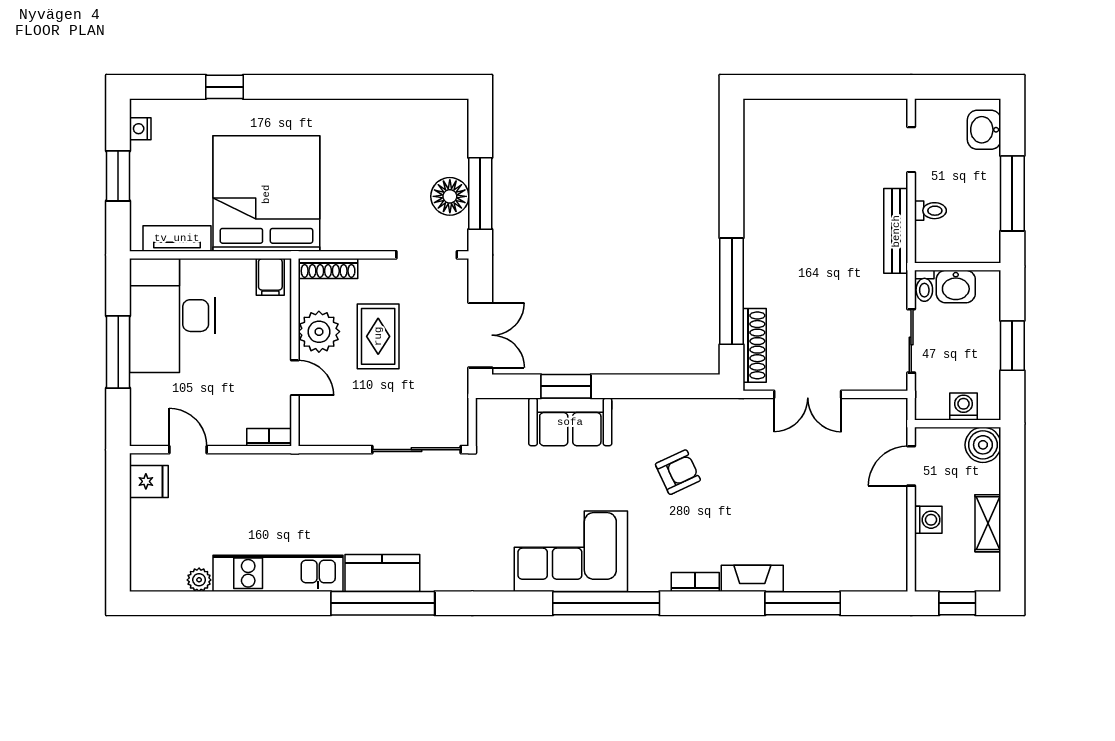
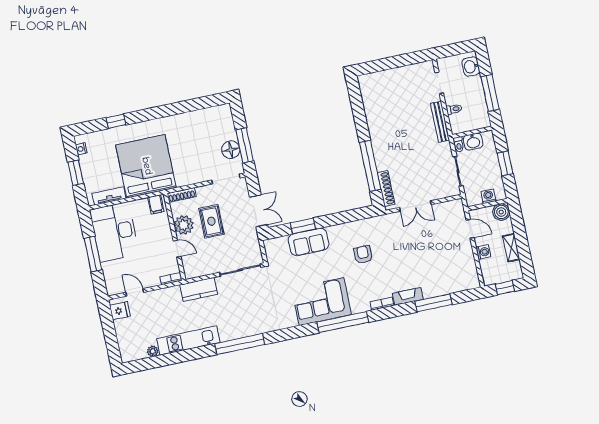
door: (911, 466) -> (470, 229), swing flipped
armchair: (678, 472) -> (363, 255), turned -65
kitchen counter: (382, 573) -> (199, 289), moved, turned 180

